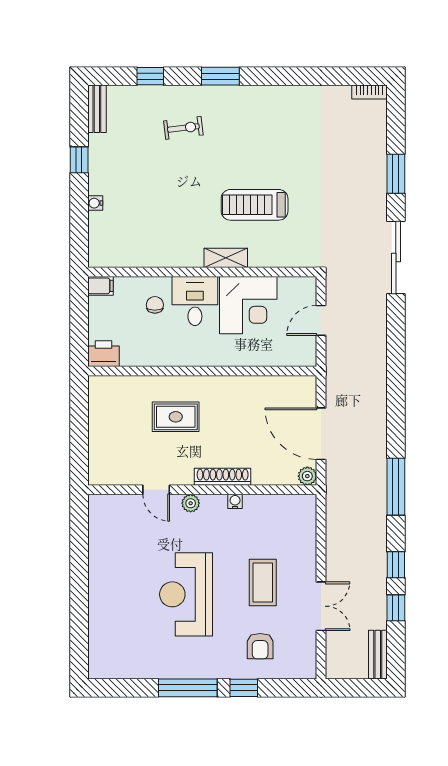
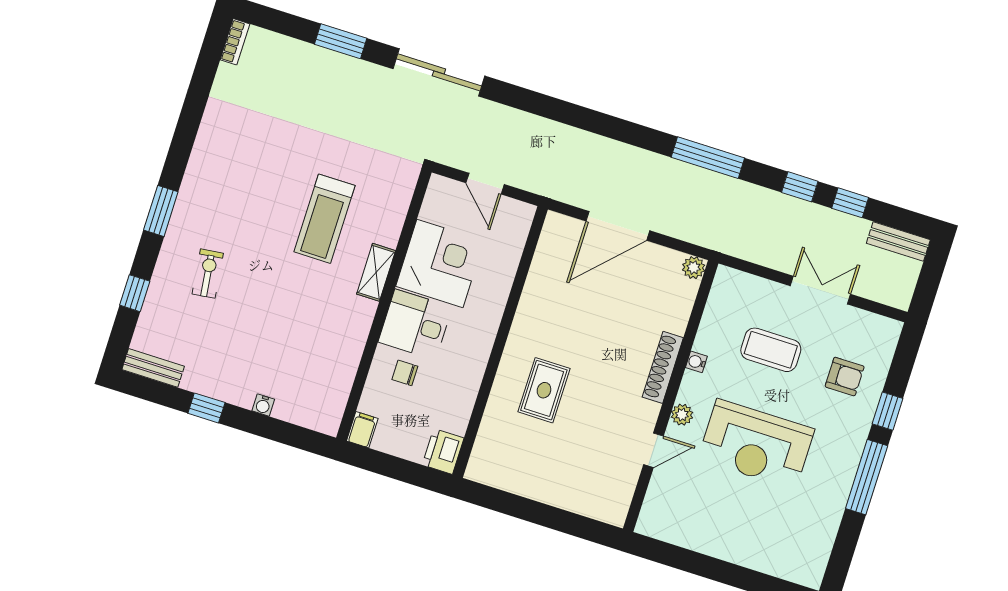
plant: (307, 476) -> (694, 268), moved
shoe rack: (223, 477) -> (663, 367), moved
door: (156, 490) -> (653, 450), moved
wall: (202, 490) -> (671, 396), moved
water cooler: (235, 501) -> (696, 362), moved
plant: (191, 503) -> (682, 415), moved

